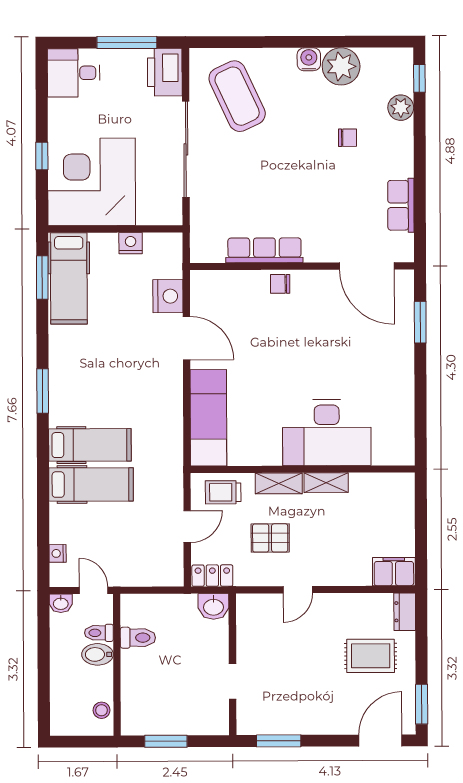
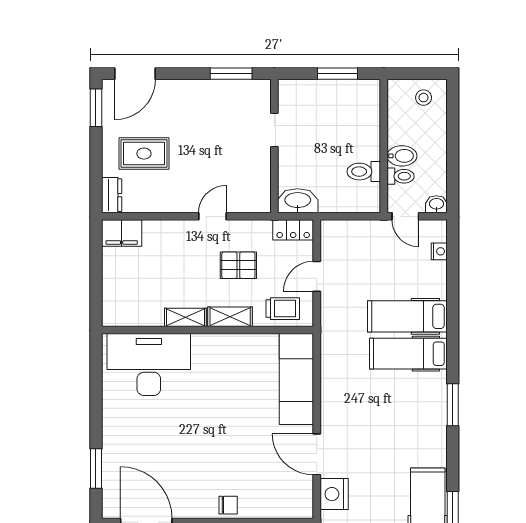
desk: (327, 433) -> (149, 365), moved
washbasin: (213, 606) -> (298, 201), width x1.38
stool: (102, 710) -> (424, 98), moved

